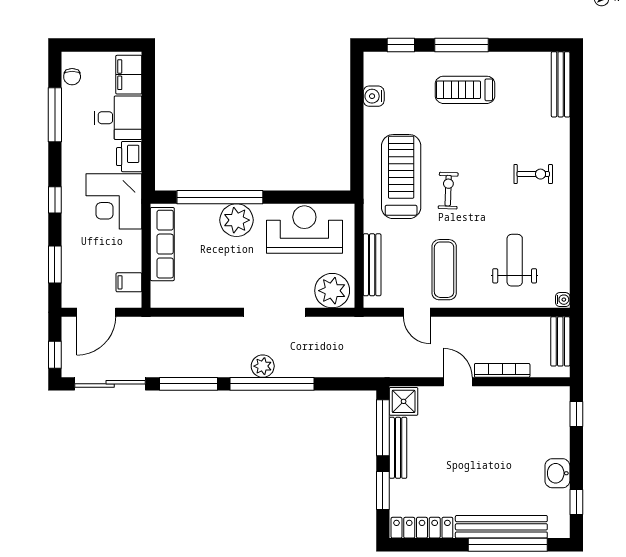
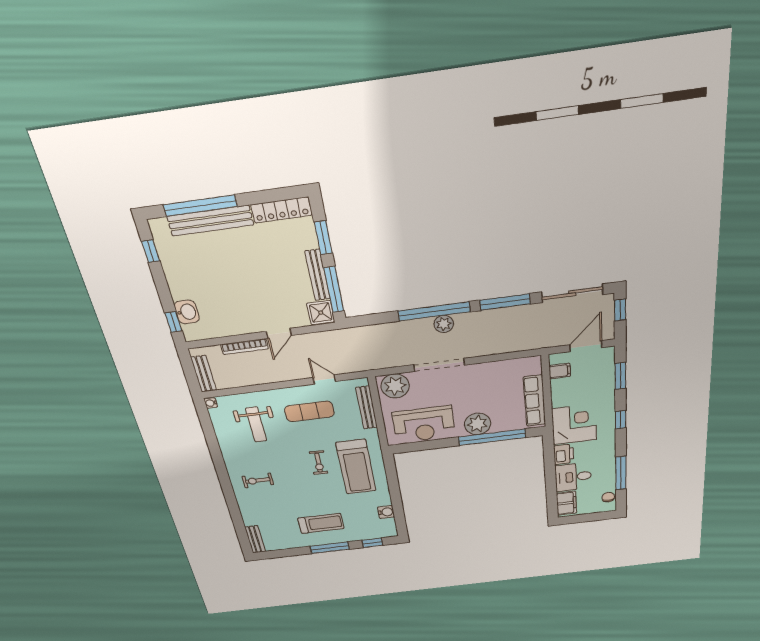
bench: (561, 84) -> (255, 539), width x0.73
exercise mat: (444, 270) -> (309, 411), turned 90
door: (458, 382) -> (279, 333), hinge flipped
washbasin: (557, 473) -> (187, 312), moved

